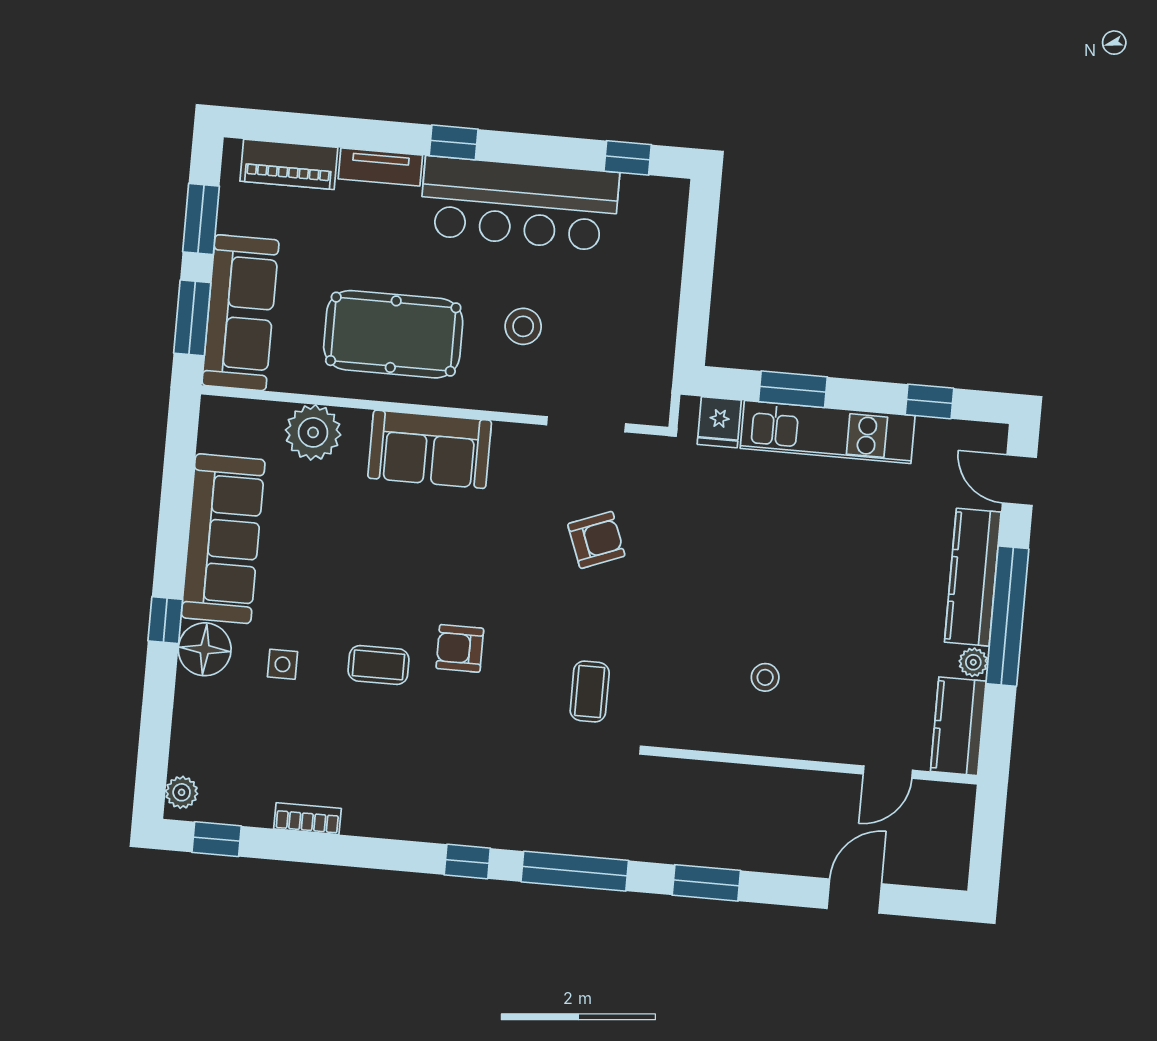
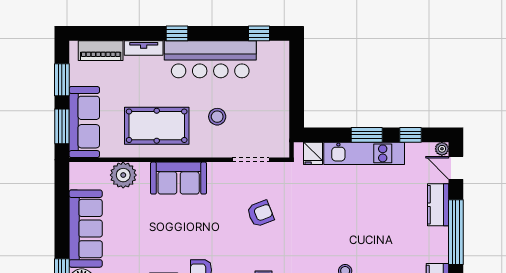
window: (793, 389) -> (367, 135), moved
kitchen counter: (973, 577) -> (438, 205), width x0.67
plant: (973, 662) -> (442, 149), moved

